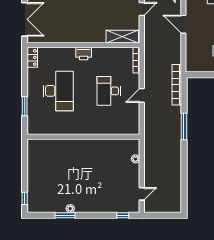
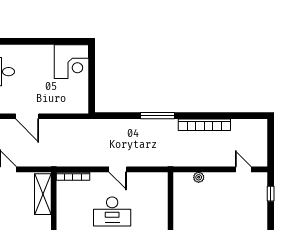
door: (183, 24) -> (27, 116), hinge flipped
bookcase: (177, 85) -> (204, 125), moved

